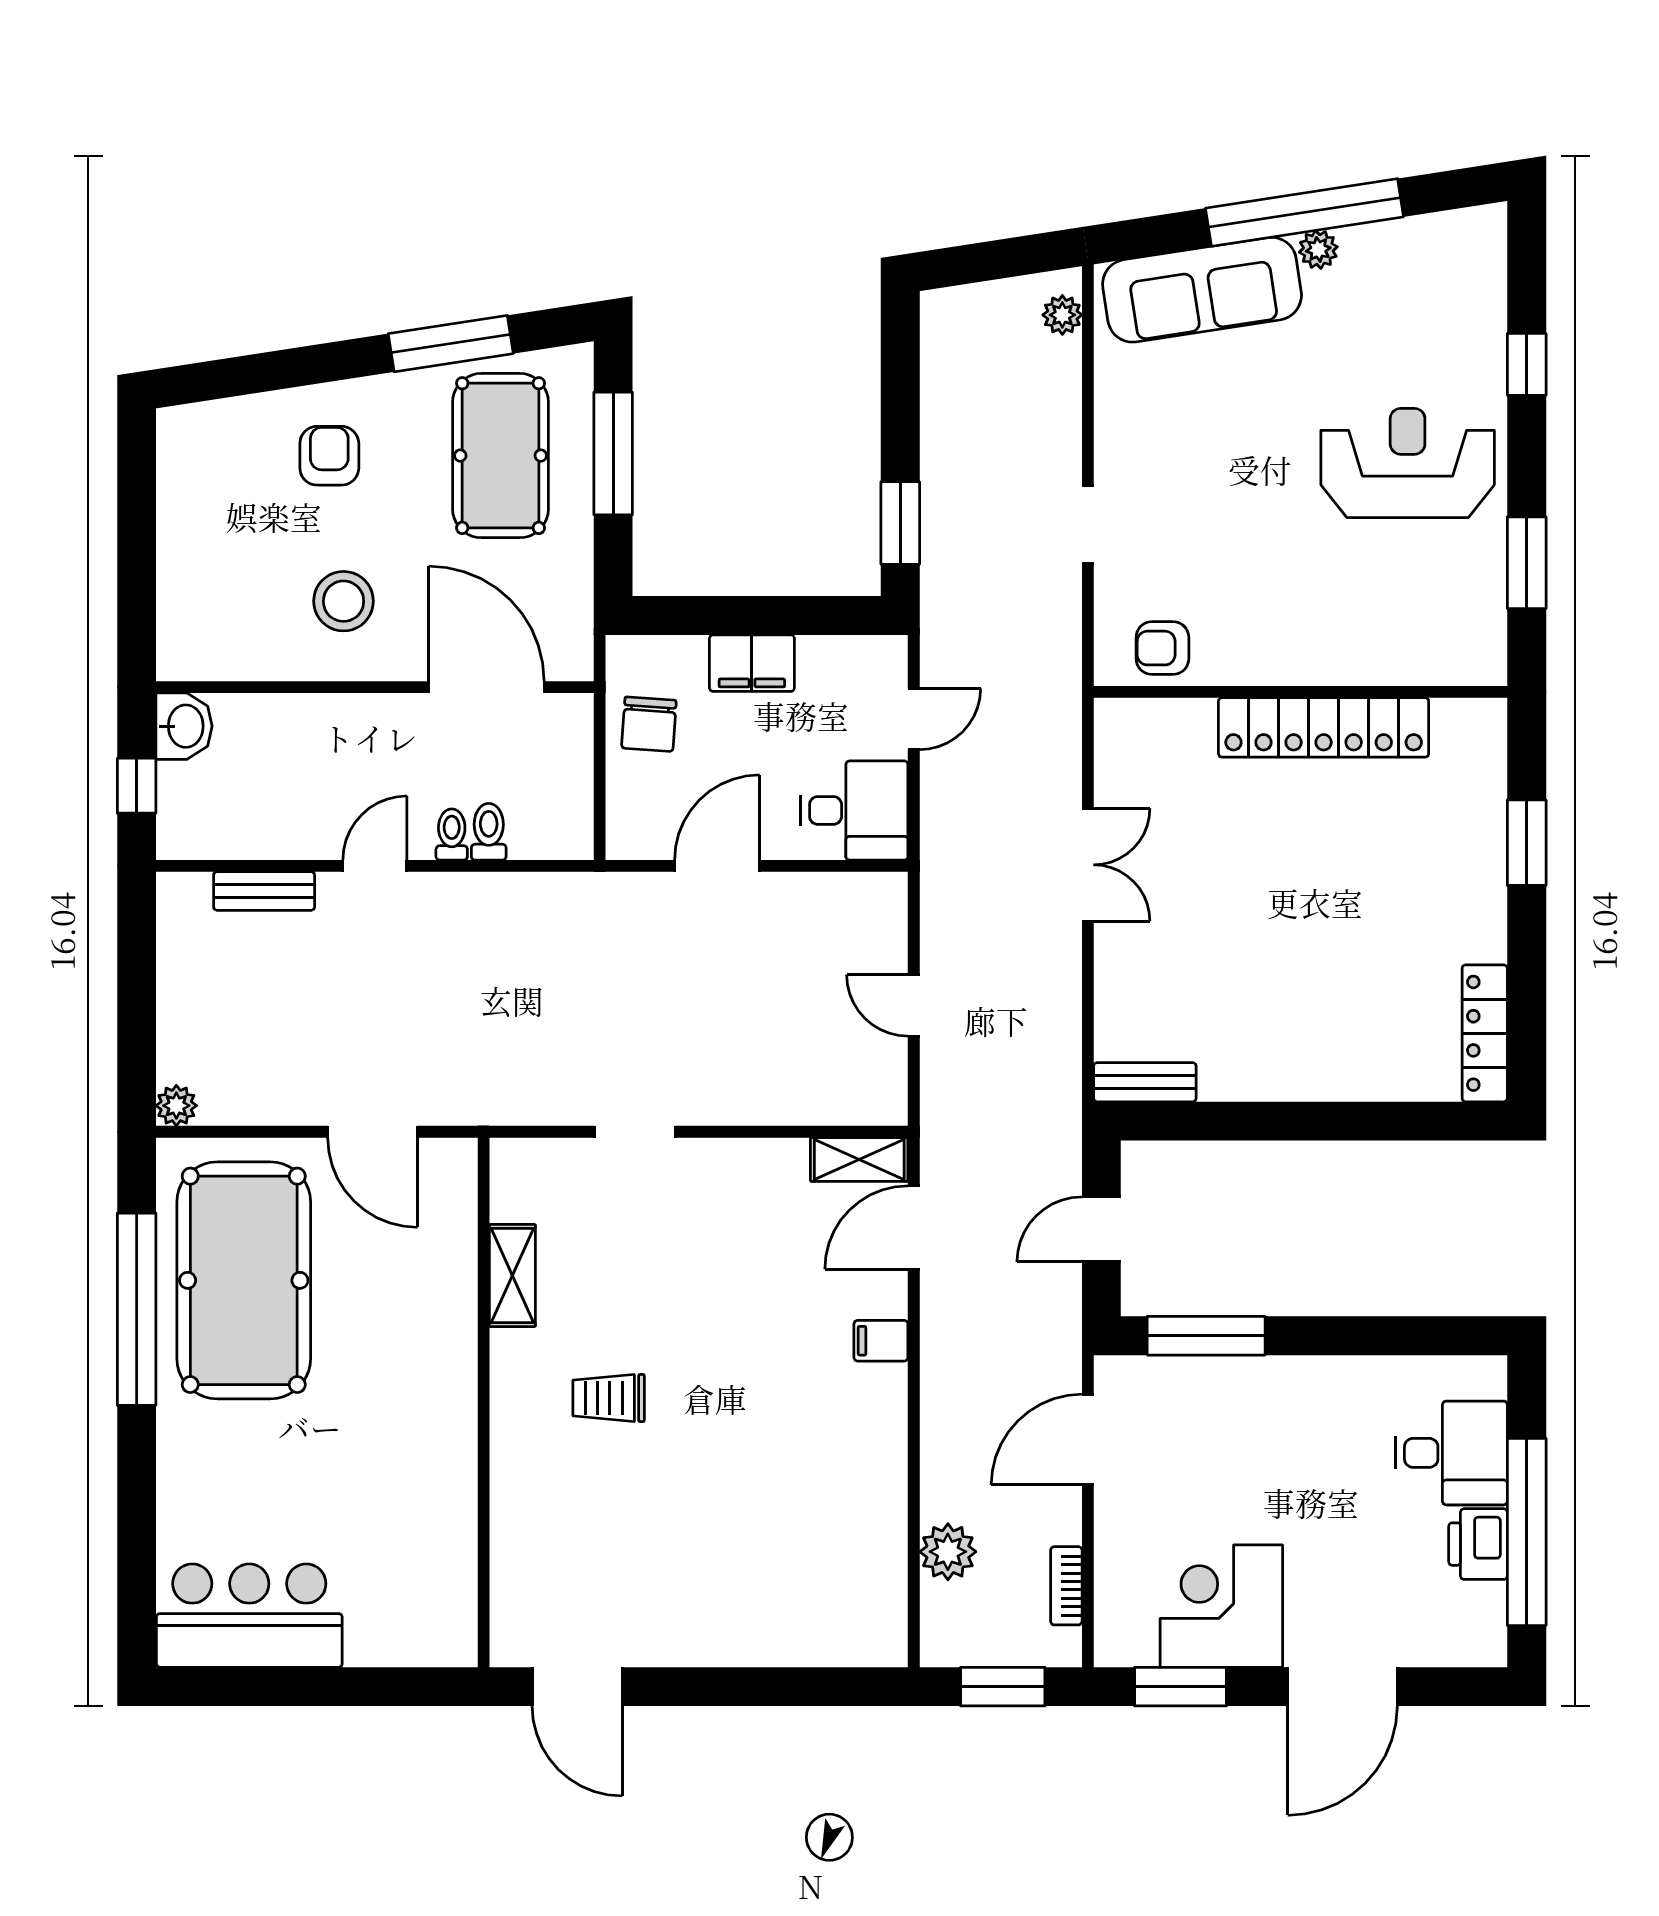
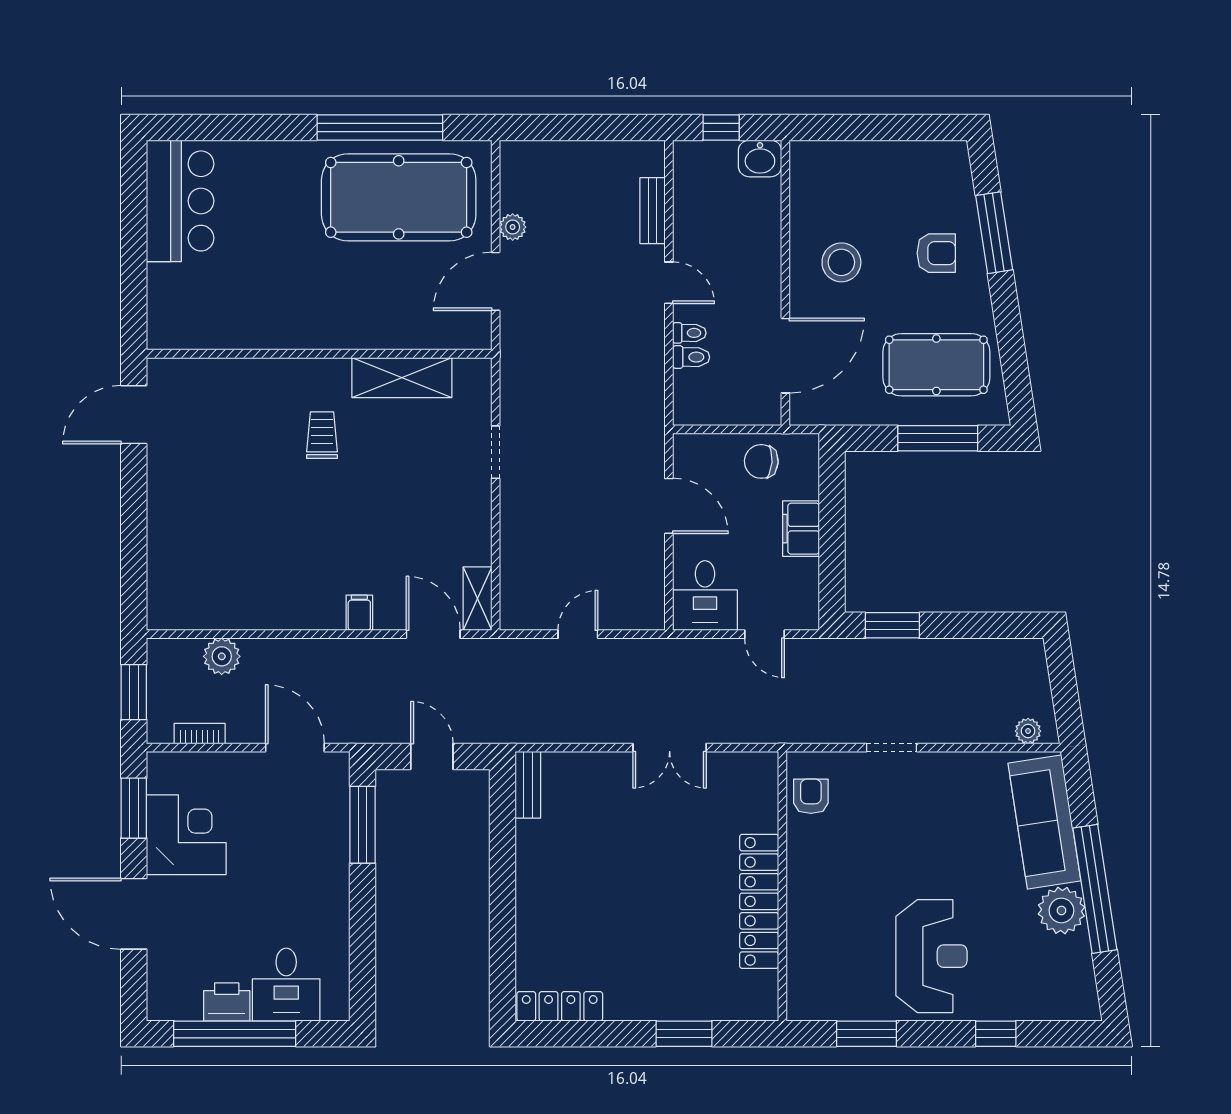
plant: (1318, 249) -> (1061, 910), width x1.88, depth x1.88
window: (451, 344) -> (994, 233), moved
plant: (176, 1106) -> (513, 227), moved
shelving: (512, 1276) -> (402, 378), width x1.50, depth x1.33

